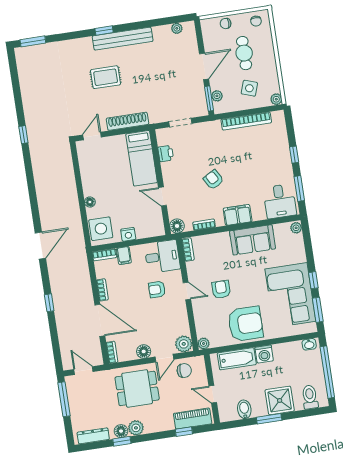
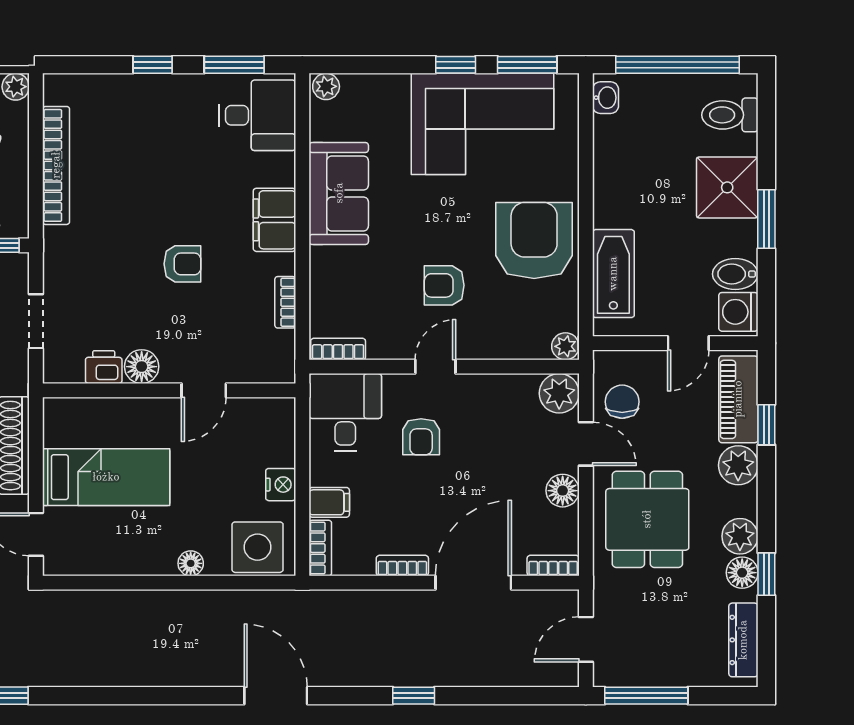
bed: (142, 158) -> (106, 477), moved
armchair: (213, 180) -> (182, 264), turned -150
floor lamp: (177, 226) -> (142, 367), moved
washing machine: (264, 354) -> (738, 312), moved, turned 180
plant: (165, 423) -> (738, 465), added

